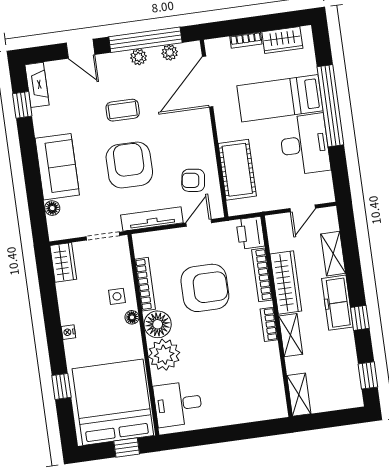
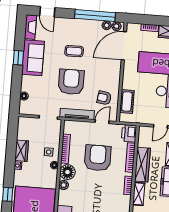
door: (81, 49) -> (47, 12), moved
plant: (139, 57) -> (116, 26), moved
window: (22, 105) -> (18, 58), moved
sofa: (57, 167) -> (33, 58), moved
cot: (237, 170) -> (127, 101), width x0.73, depth x0.75
wardrobe: (63, 262) -> (22, 151), moved
armchair: (205, 288) -> (98, 158), turned -90
plant: (164, 355) -> (64, 185), width x0.53, depth x0.53

